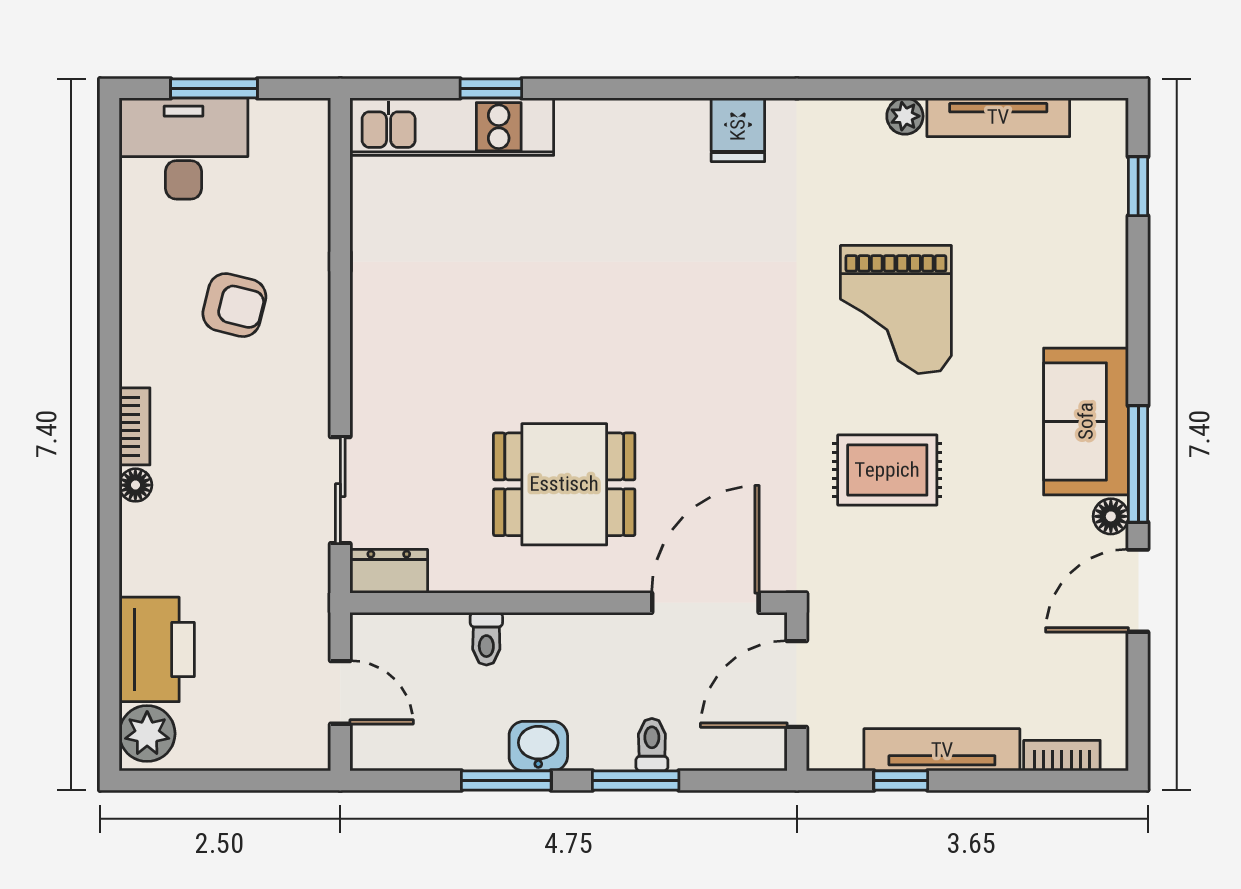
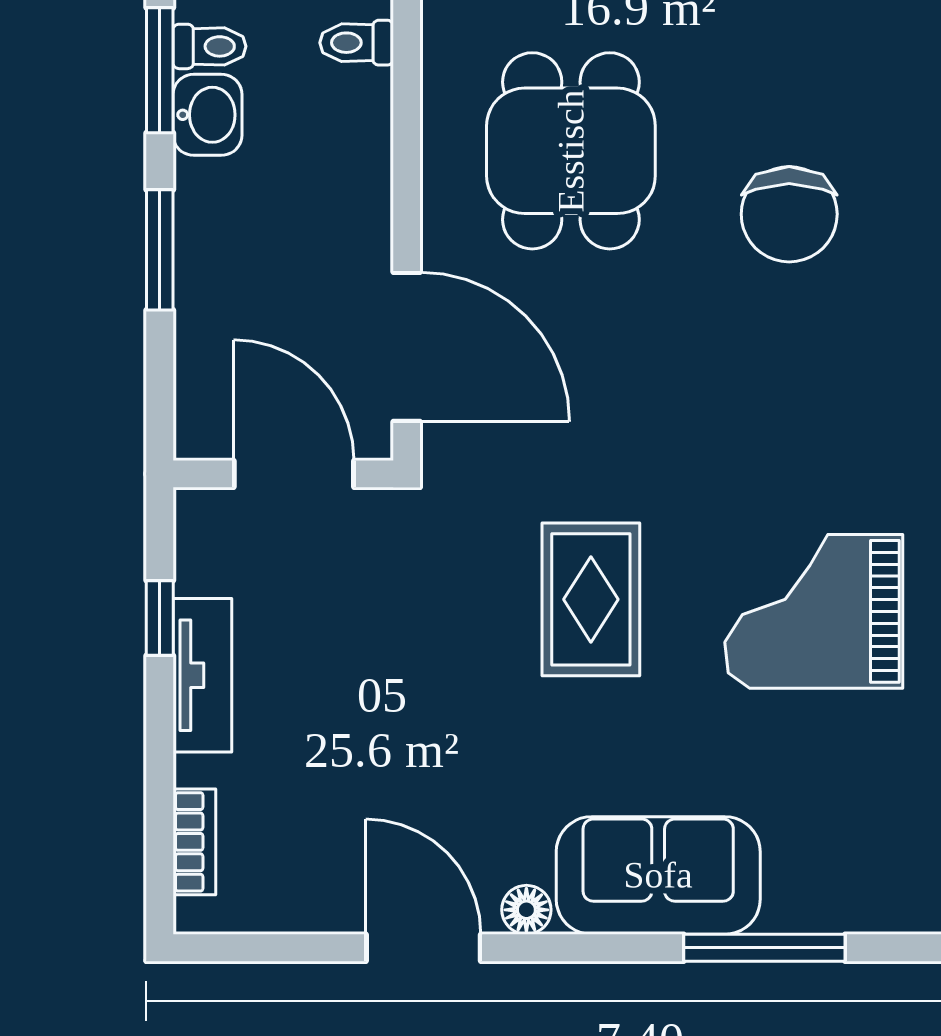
chair: (610, 327) -> (789, 214), added
window: (1138, 464) -> (764, 948), moved
toilet: (652, 745) -> (209, 46), moved
tv unit: (942, 750) -> (202, 675), width x0.71

